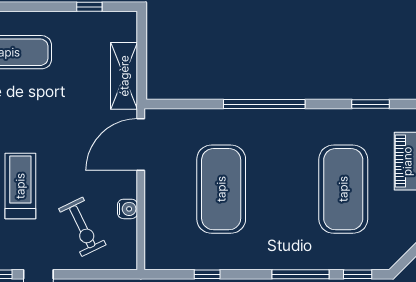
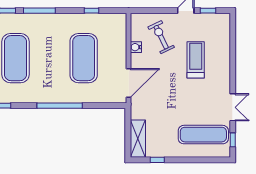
shelving: (124, 76) -> (138, 139), moved
treadmill: (20, 186) -> (196, 60), turned 180

